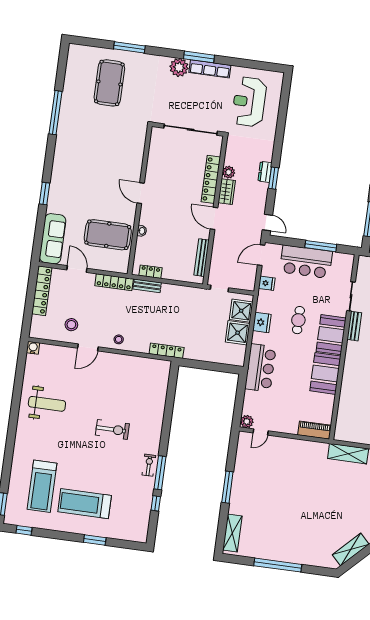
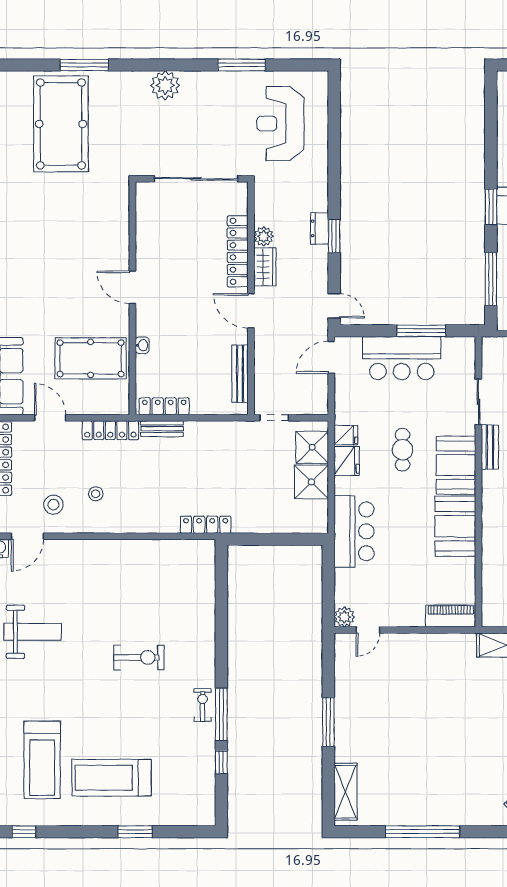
window: (199, 57) -> (242, 65), moved
row of seats: (210, 69) -> (213, 81), removed
pool table: (109, 83) -> (61, 124), width x1.36, depth x1.32
locker: (150, 272) -> (164, 406), width x1.53
fridge: (267, 283) -> (346, 435), moved
stool: (119, 339) -> (96, 494), moved
door: (88, 347) -> (27, 536), moved

